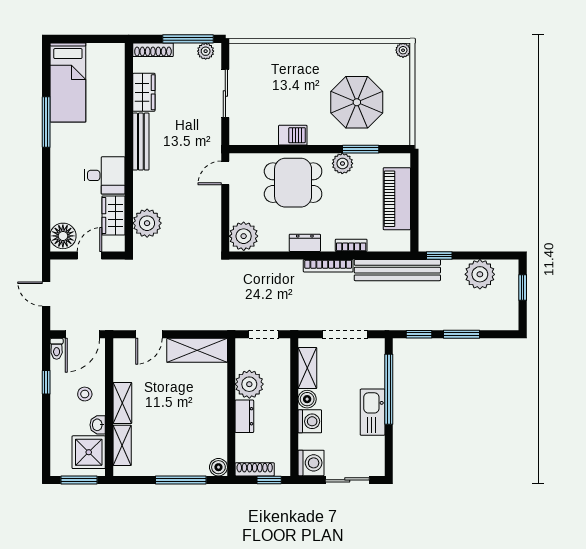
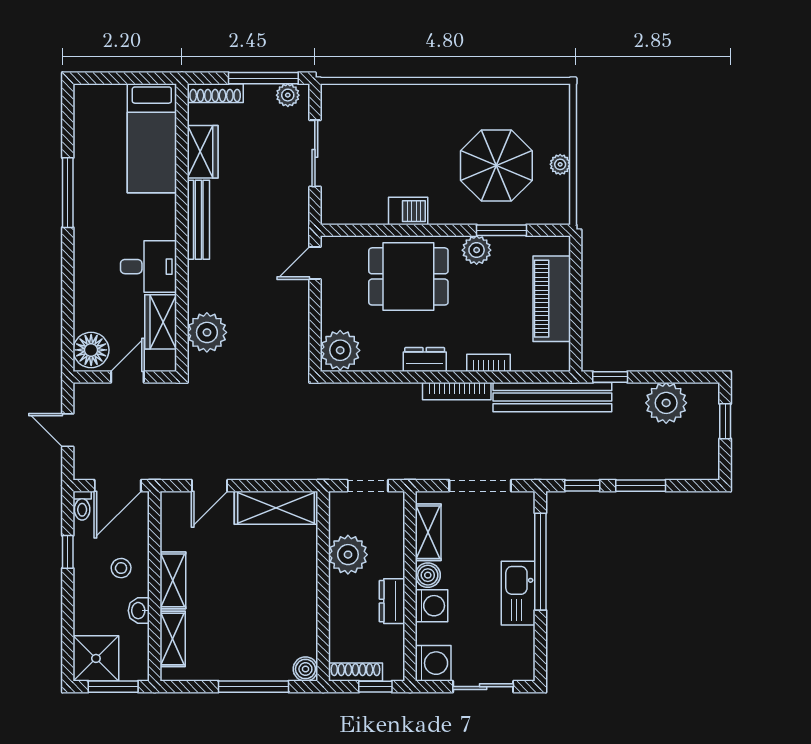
plant: (403, 50) -> (560, 164), moved
bed: (68, 82) -> (152, 138), moved
dresser: (244, 416) -> (392, 601), moved, turned 180
shower: (89, 452) -> (96, 658), moved

